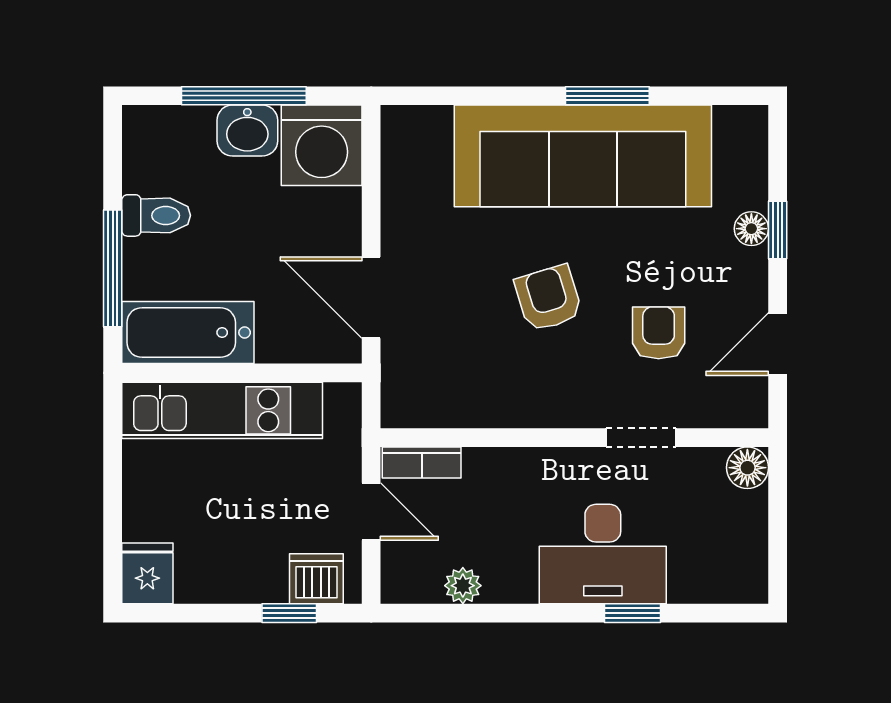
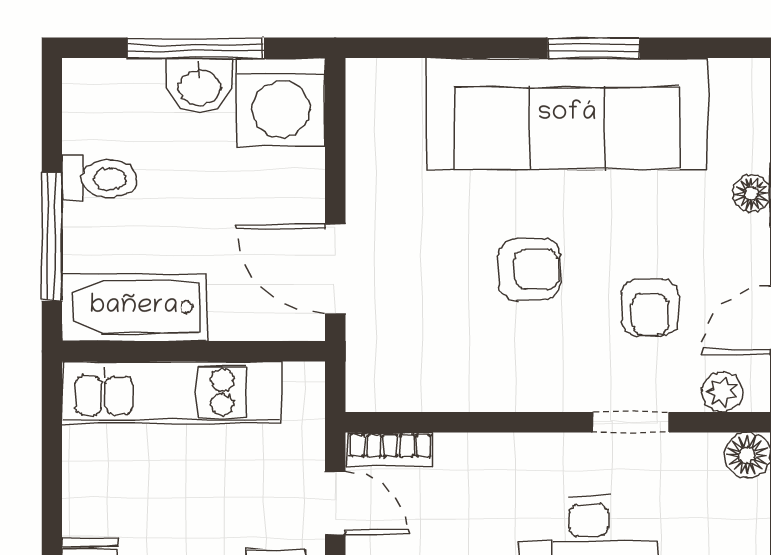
armchair: (548, 298) -> (529, 270), turned 107
armchair: (659, 333) -> (650, 308), turned 180
plant: (725, 410) -> (722, 392), added

